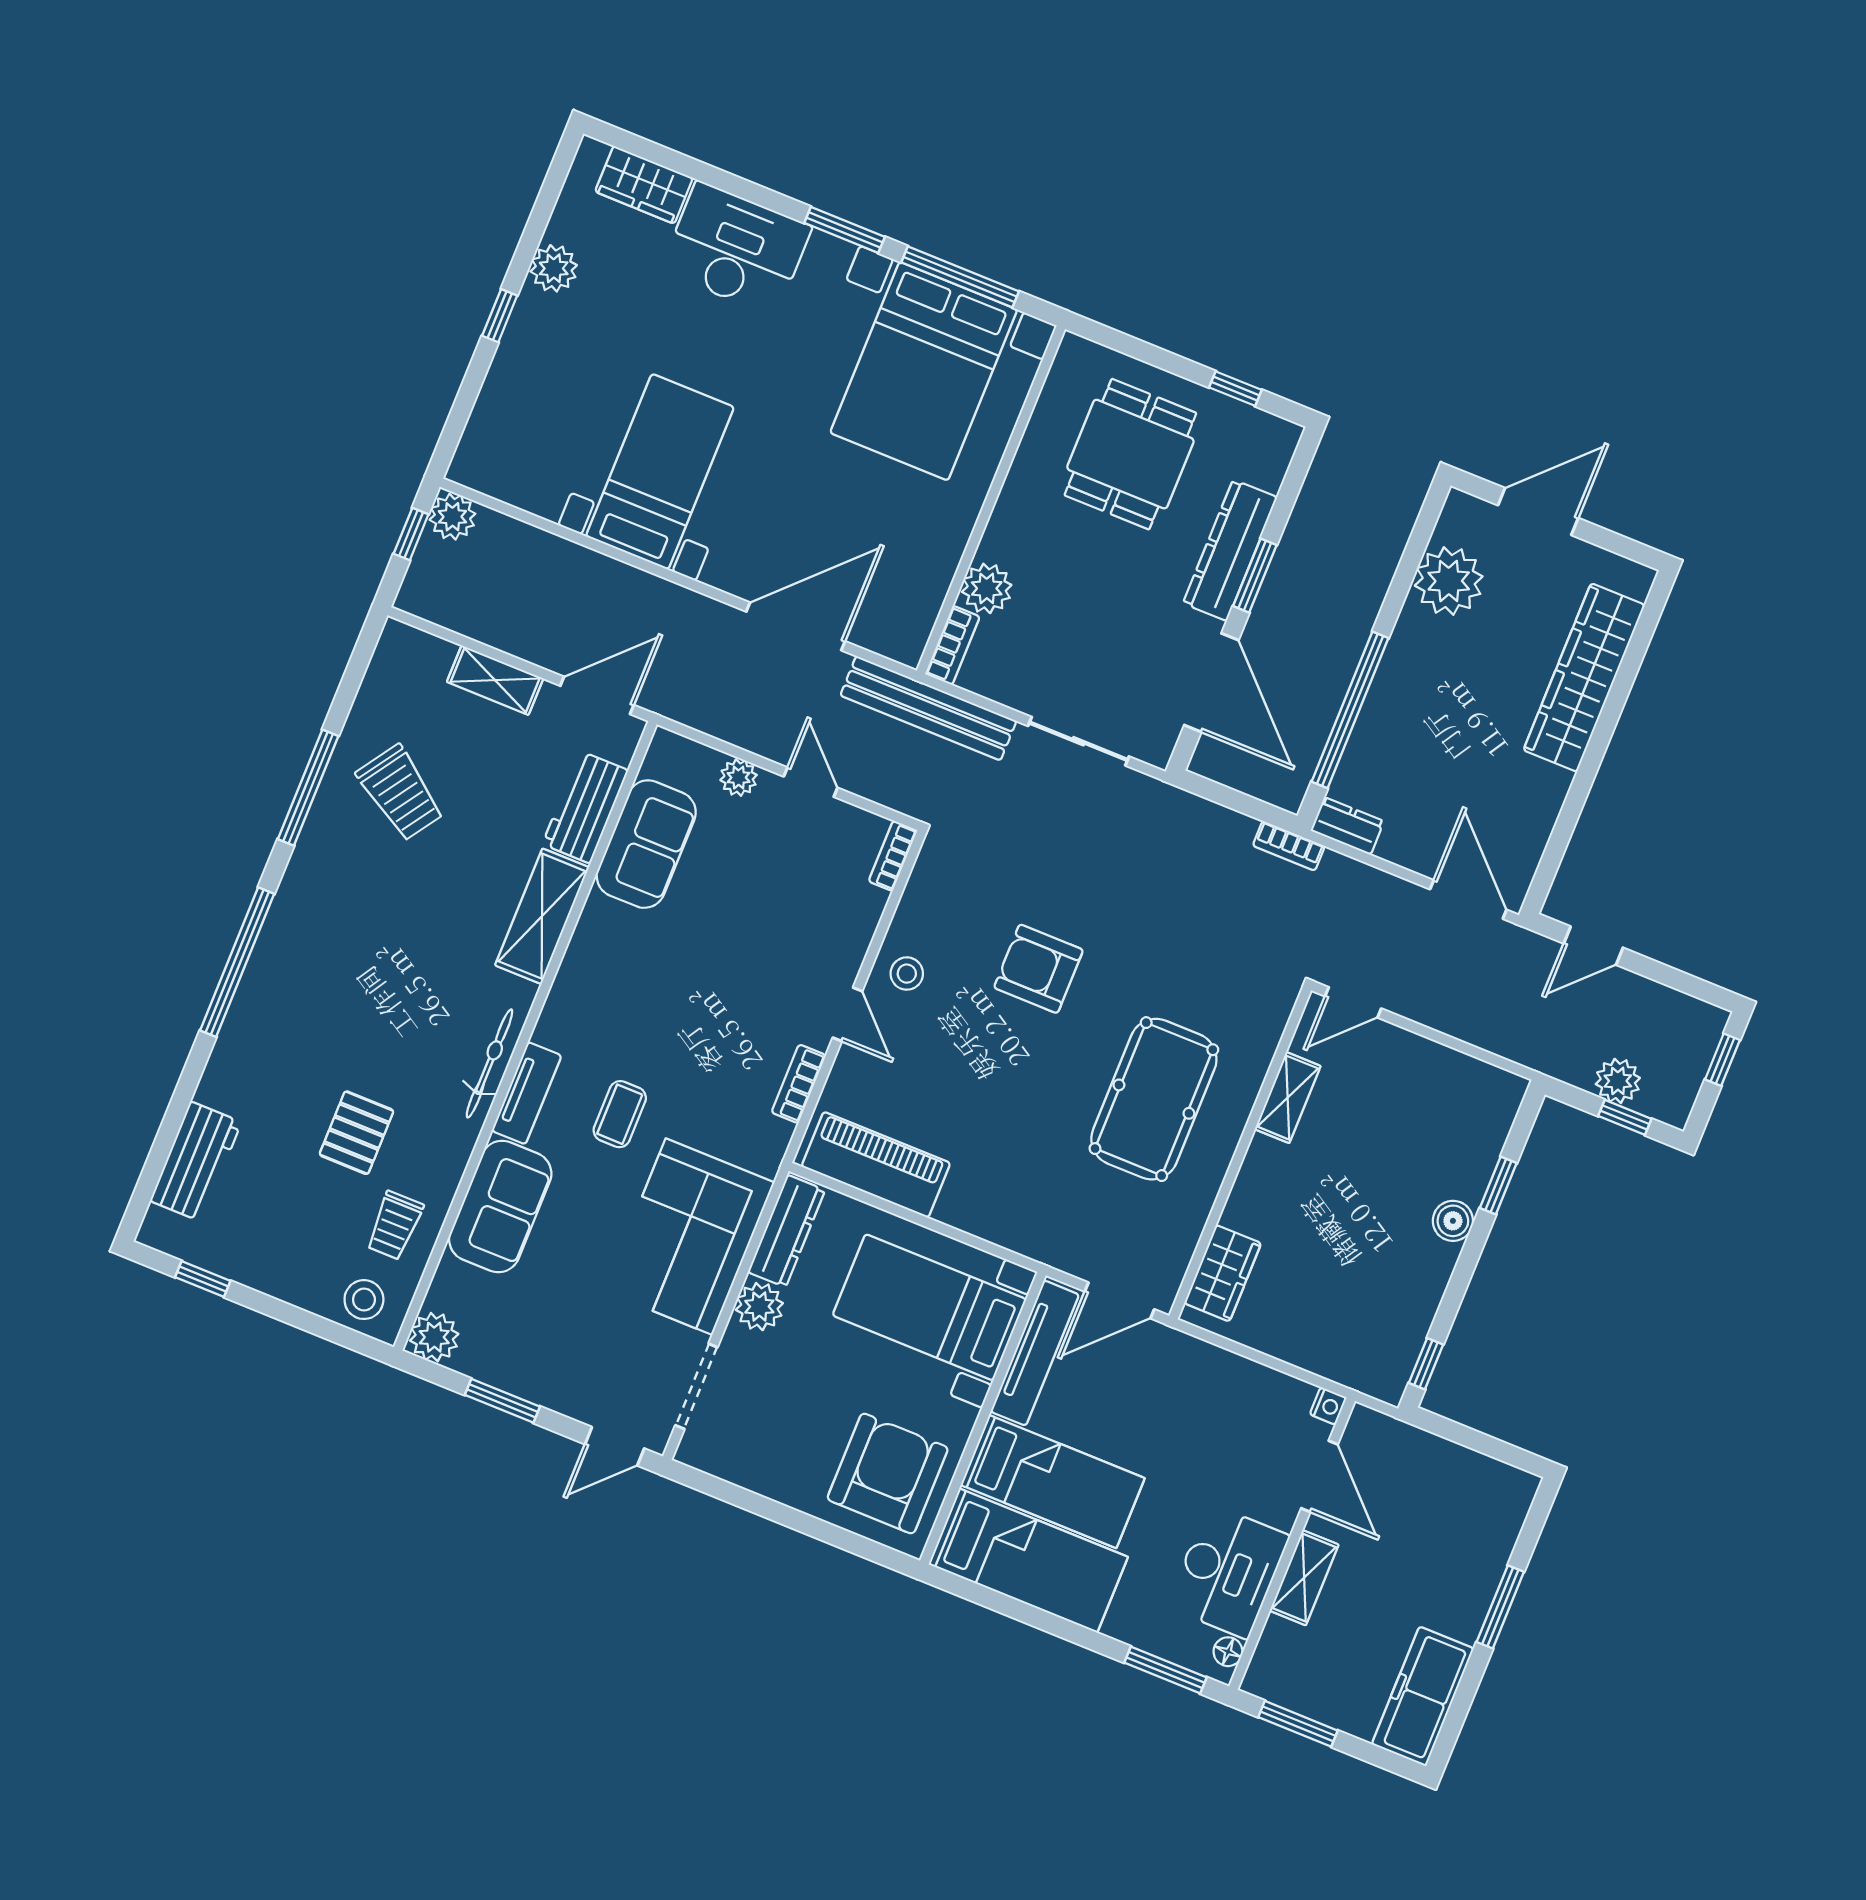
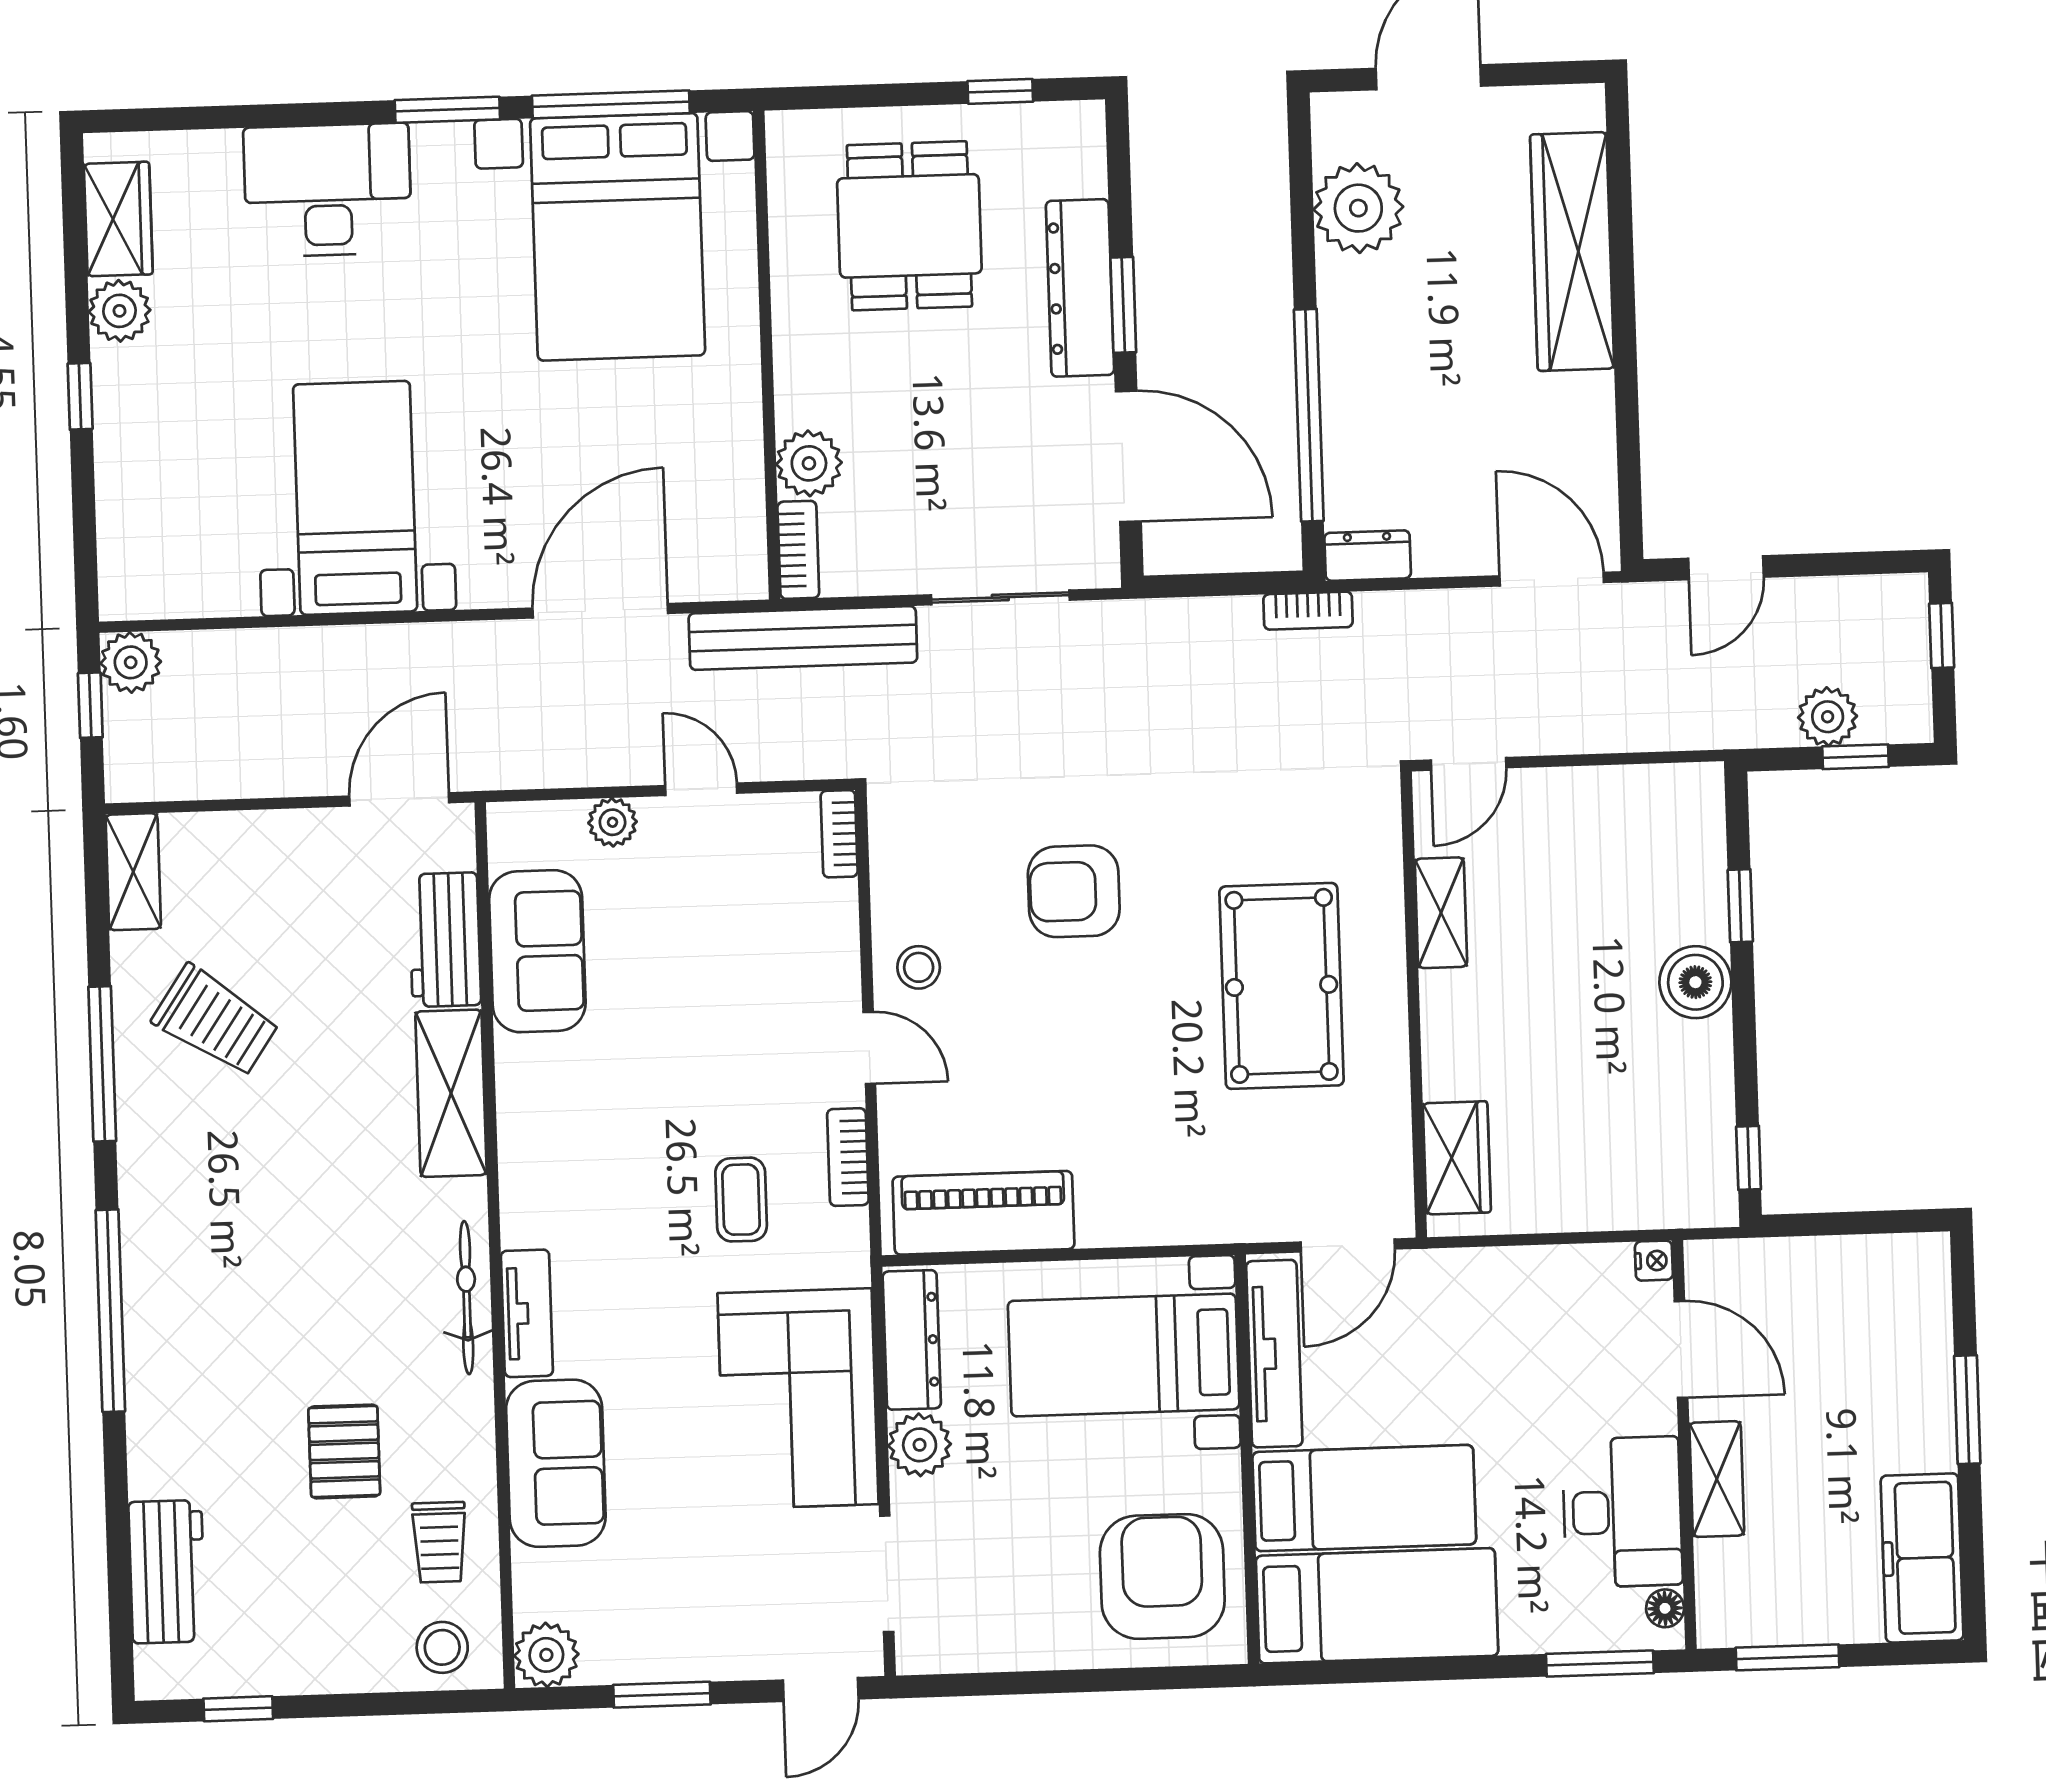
wardrobe: (644, 185) -> (118, 219), moved, turned -90
shelving: (495, 680) -> (133, 872), moved, turned 90
coffee table: (620, 1114) -> (741, 1200), moved
boiler: (1453, 1221) -> (1695, 982), width x1.36, depth x1.36

